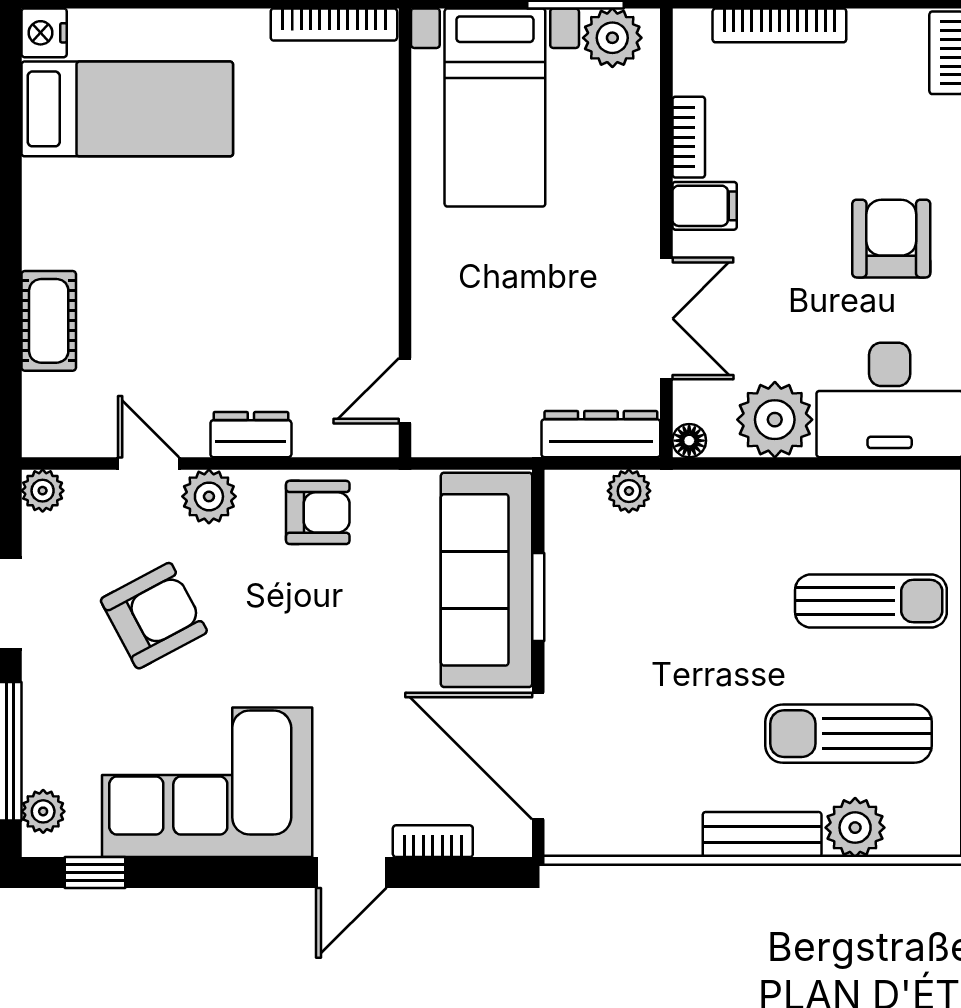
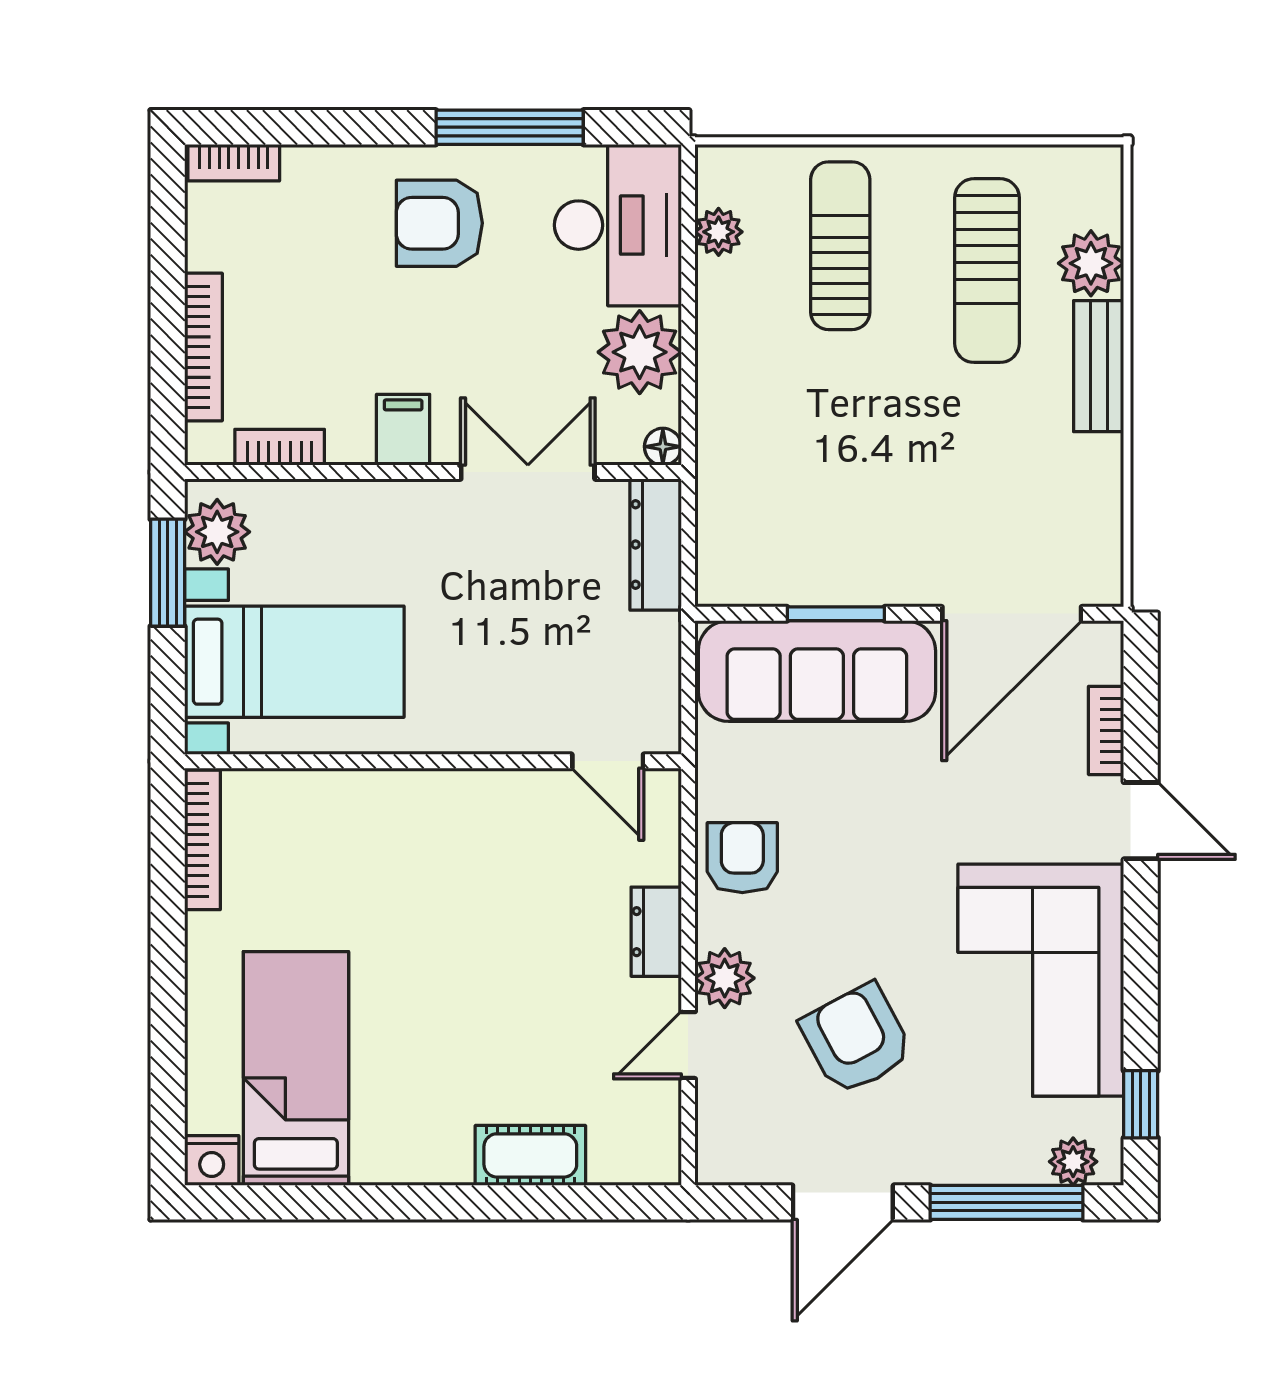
bookcase: (689, 137) -> (280, 447), moved
plant: (43, 491) -> (718, 1162), removed
plant: (629, 491) -> (719, 232), moved

